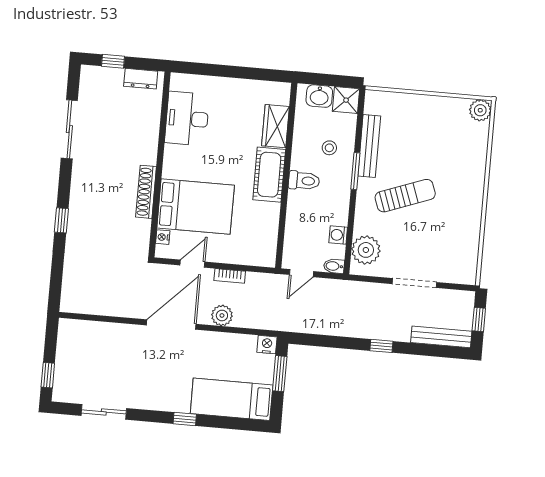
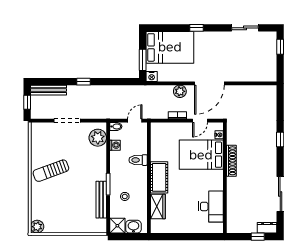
dresser: (141, 79) -> (267, 228), moved
toilet: (304, 181) -> (138, 160), moved
sun lounger: (405, 196) -> (51, 171), moved
bed: (232, 399) -> (170, 47), width x1.50

